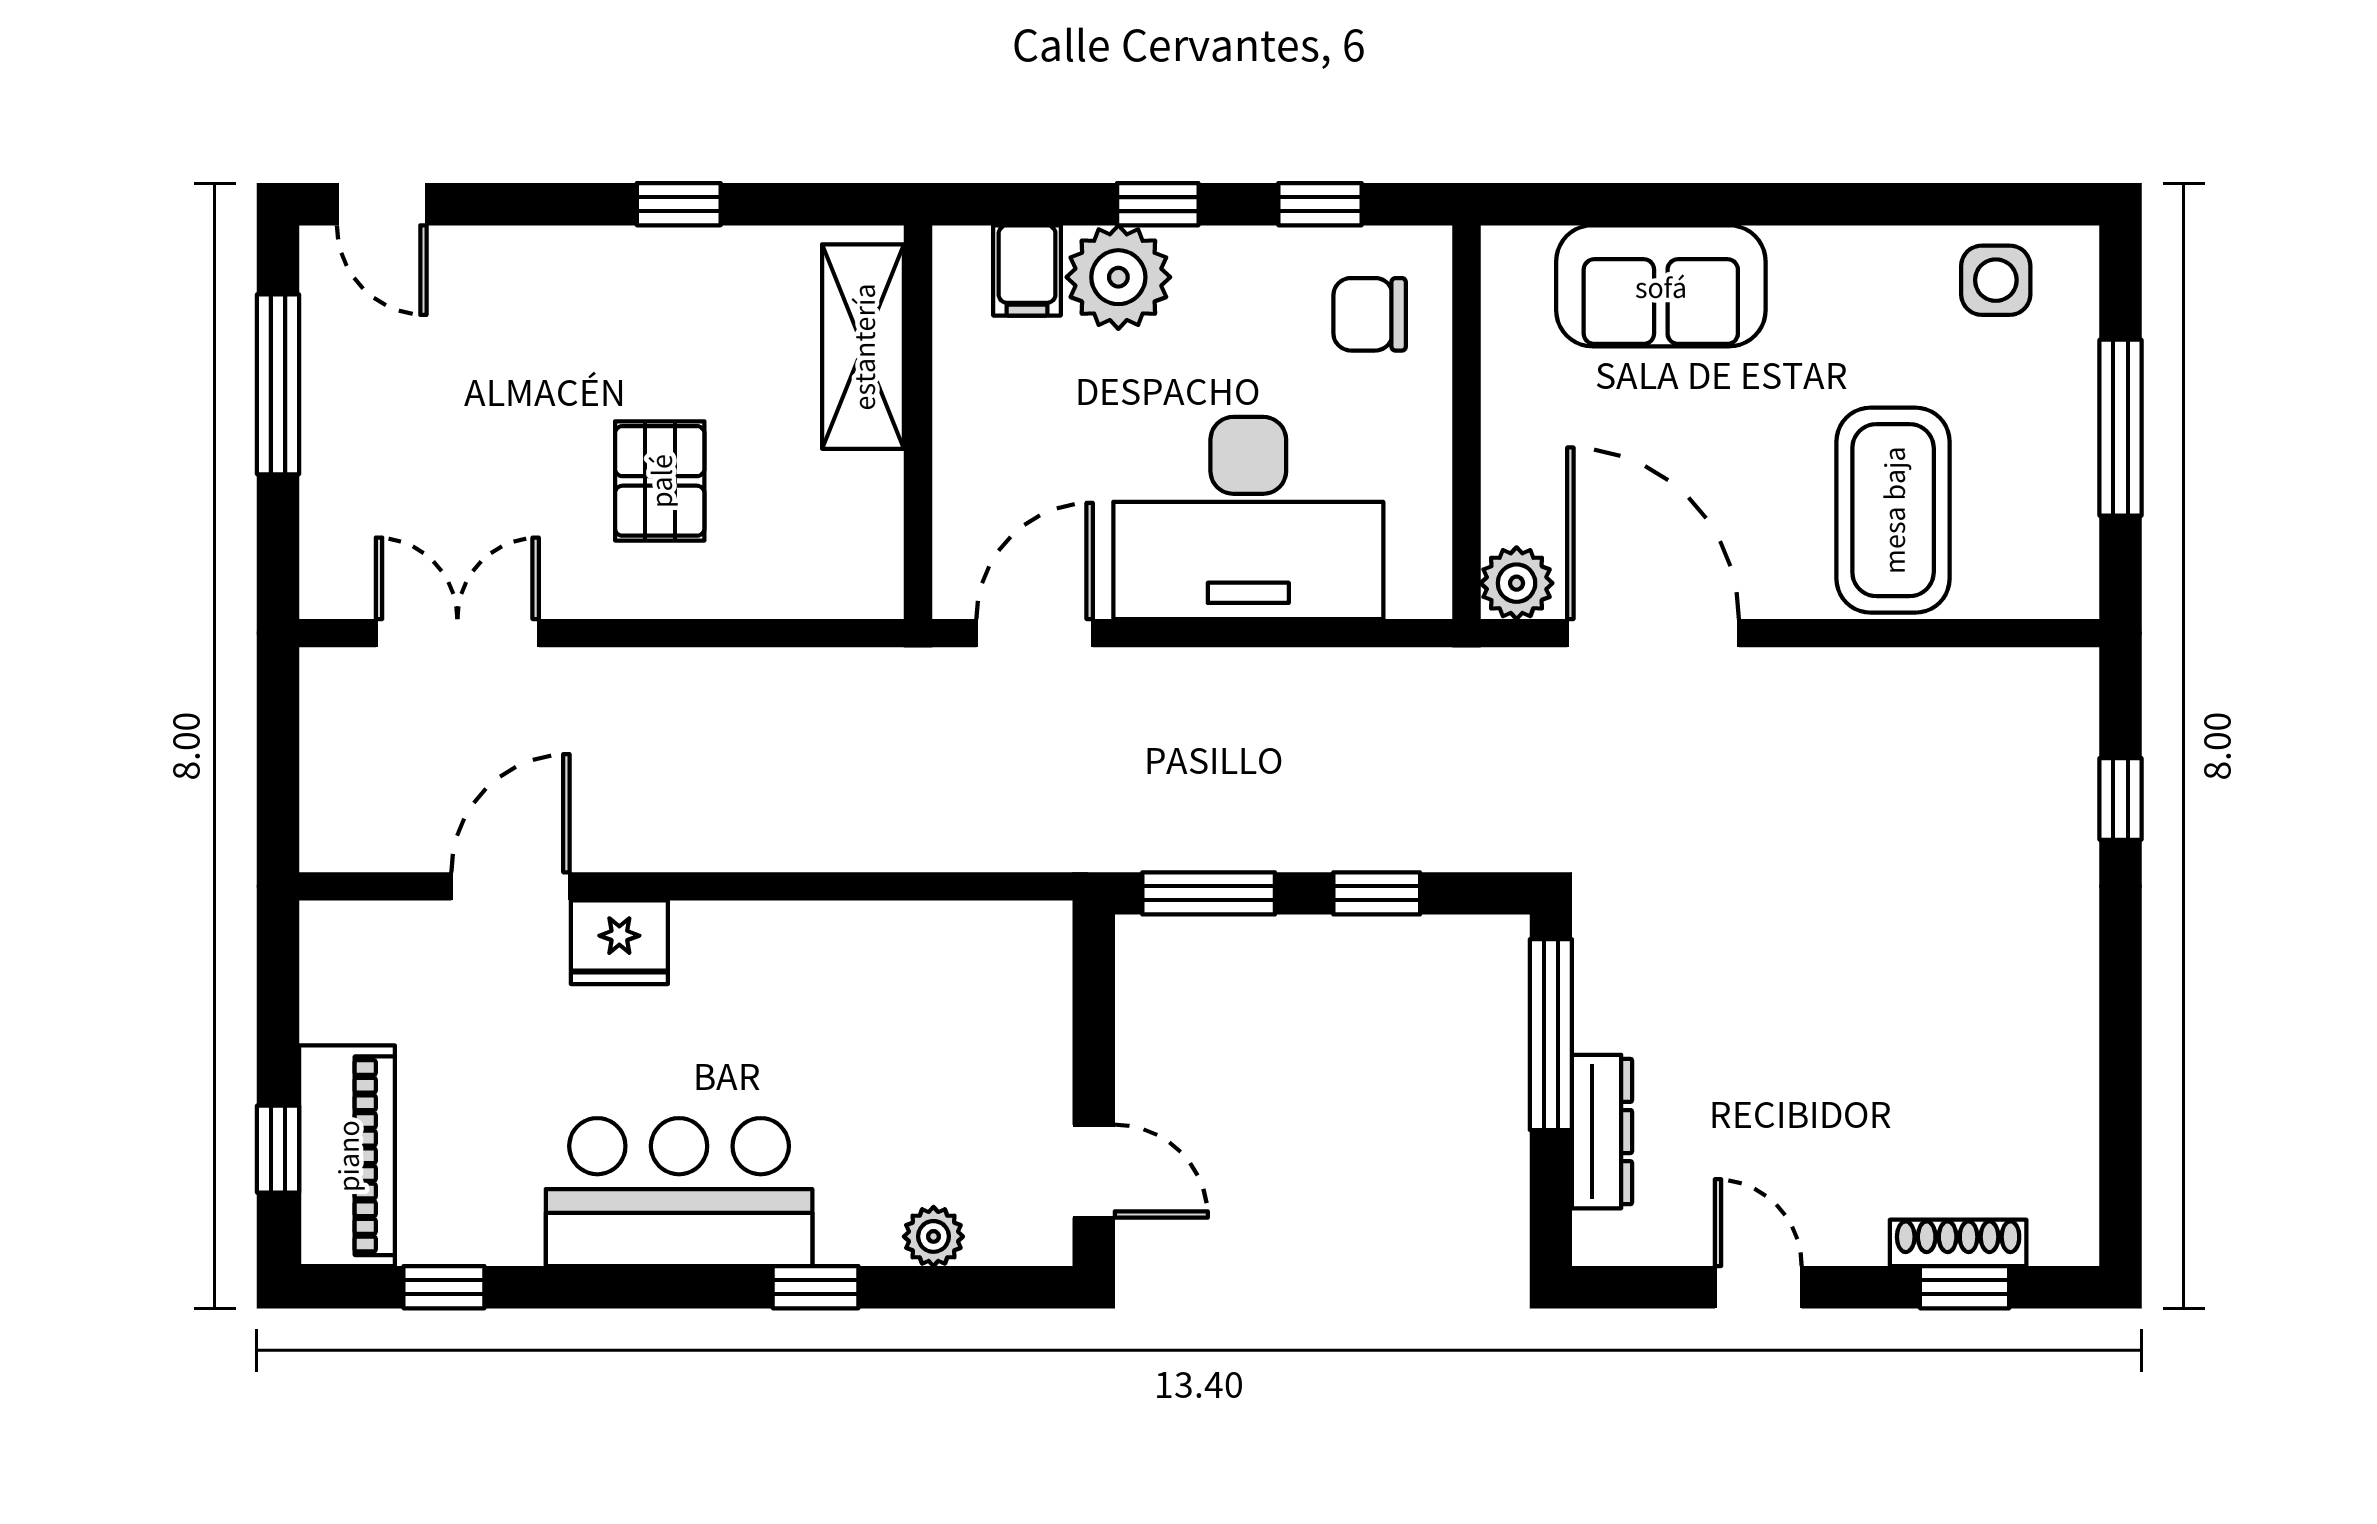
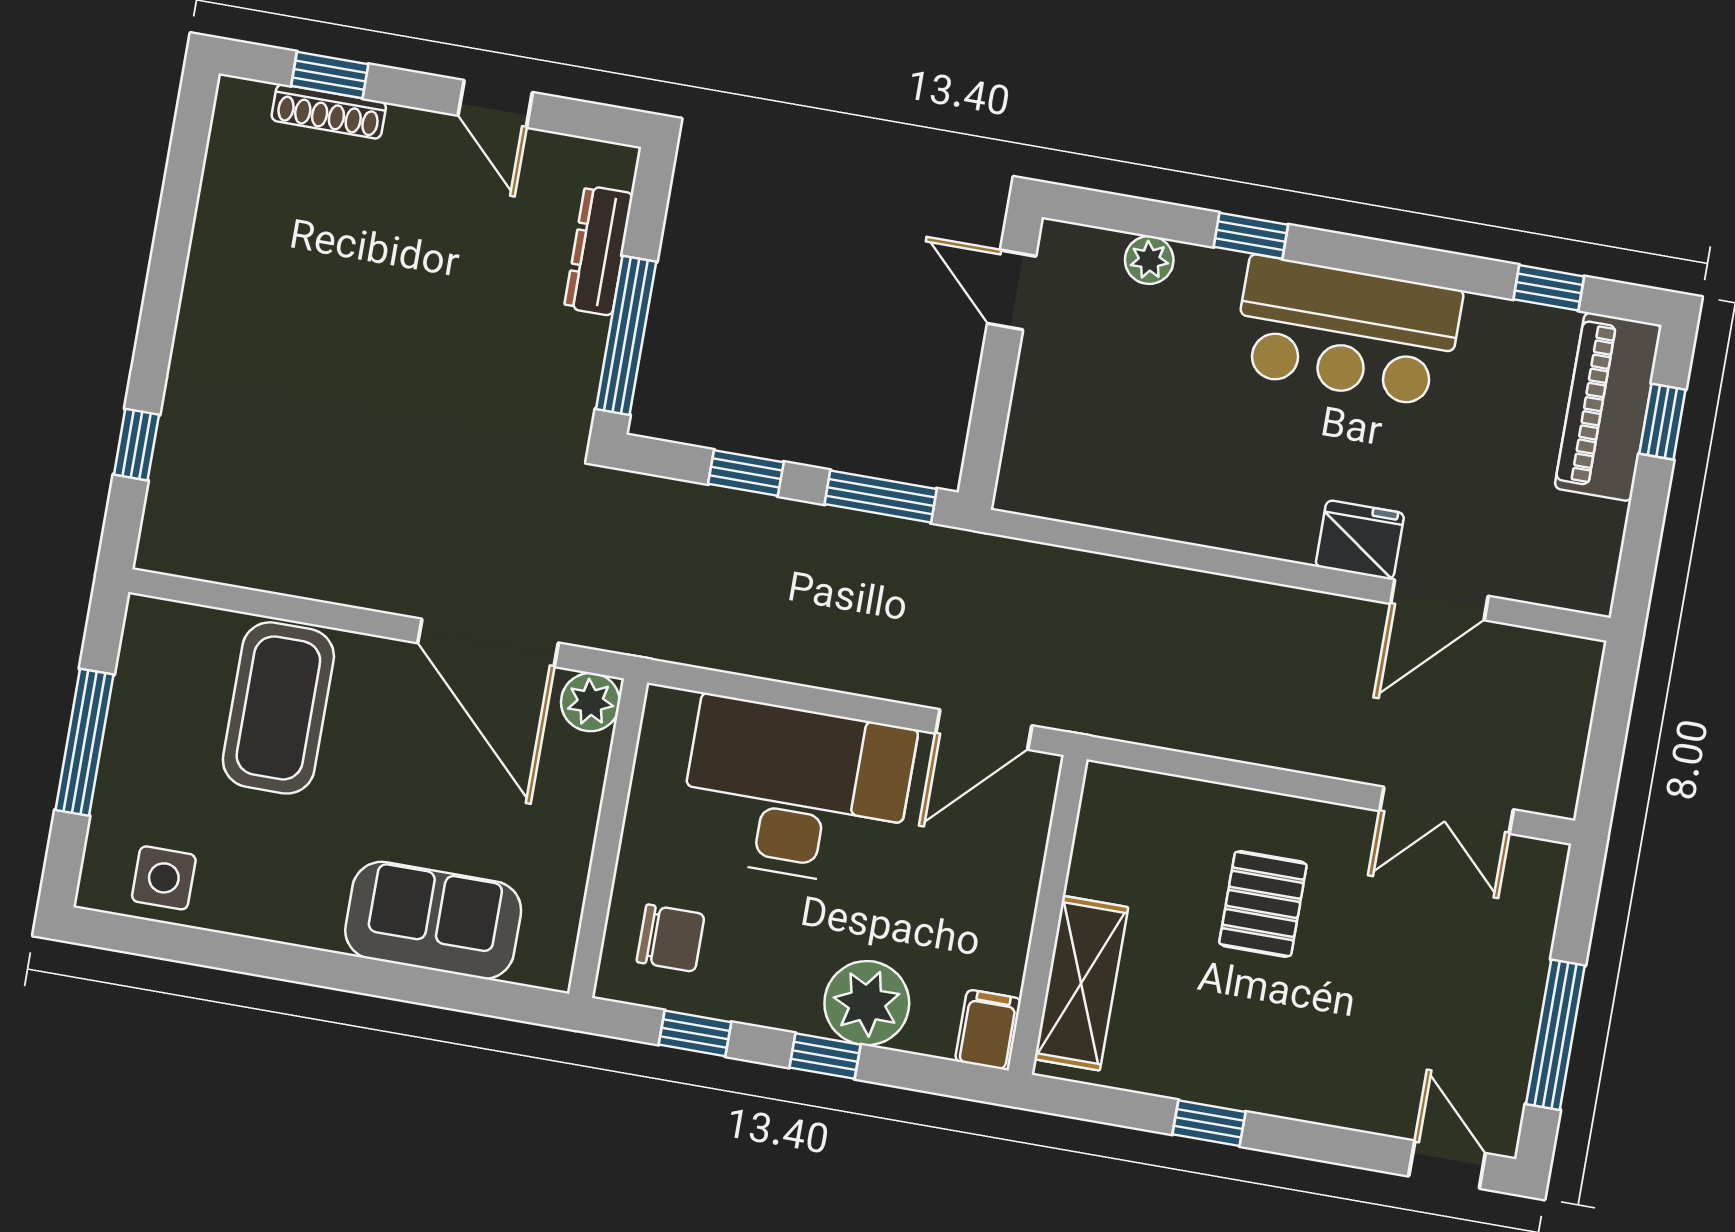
filing cabinet: (1027, 270) -> (988, 1030), moved

